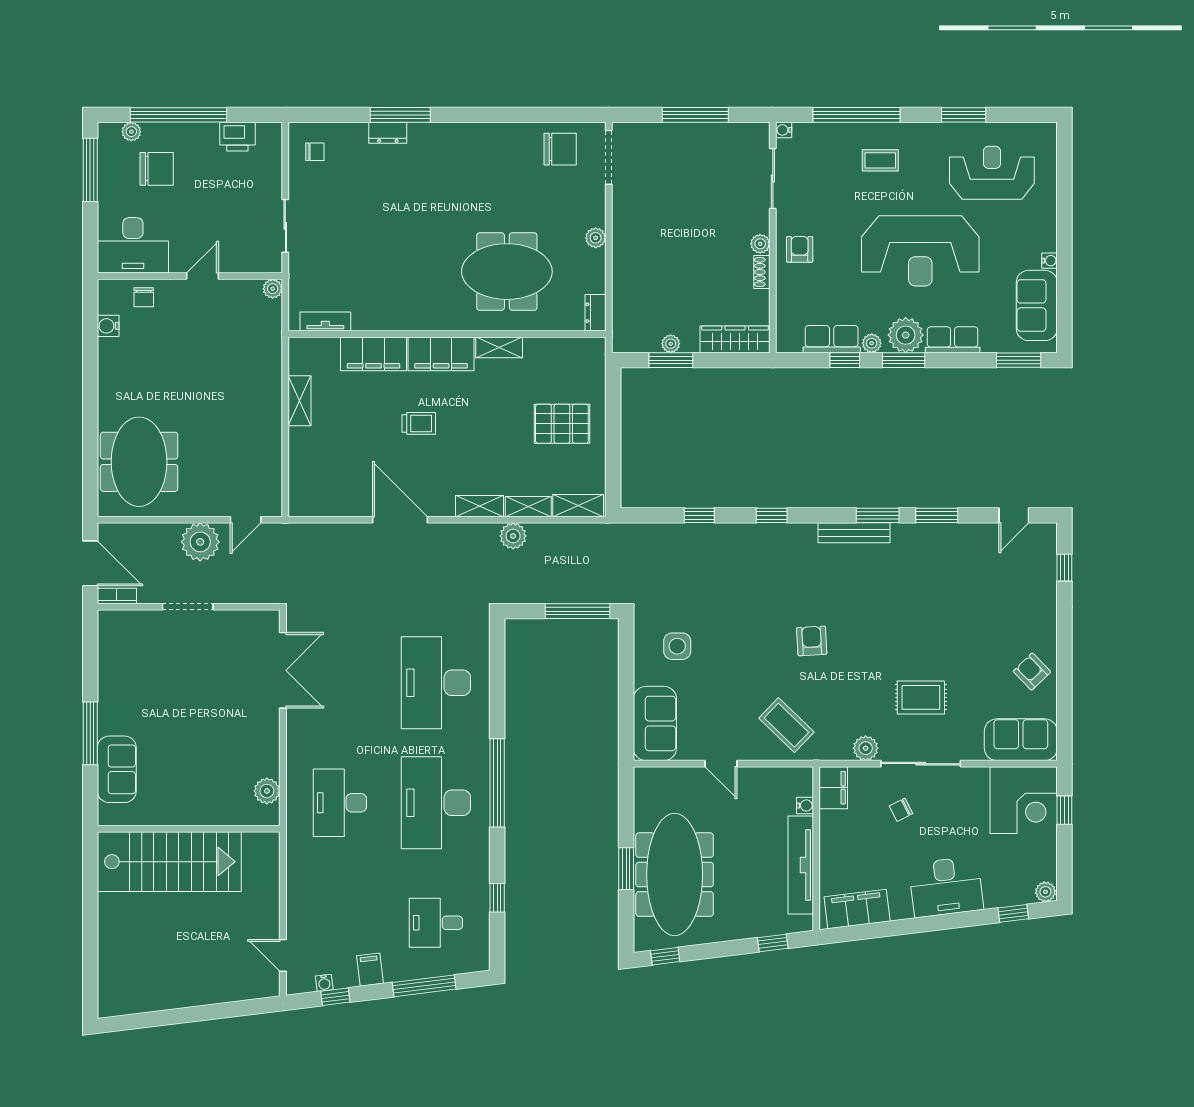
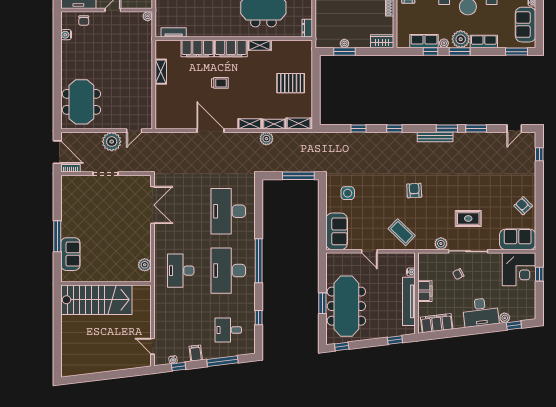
wardrobe: (735, 339) -> (382, 41), width x0.67
filing cabinet: (833, 788) -> (425, 291), moved
plant: (1045, 892) -> (505, 318), moved

